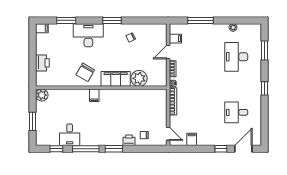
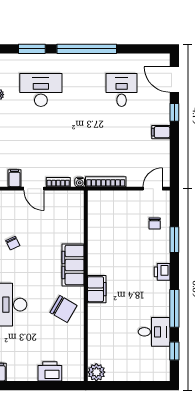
desk: (236, 57) -> (41, 90), turned 180
plant: (139, 78) -> (72, 231), removed
window: (264, 88) -> (87, 49), width x3.17
filing cabinet: (94, 95) -> (97, 289), width x2.00
desk: (236, 112) -> (122, 90), turned 180
window: (33, 121) -> (135, 386), removed
filing cabinet: (192, 139) -> (161, 132), moved
printer: (129, 140) -> (162, 272), moved
window: (114, 149) -> (174, 240), moved

